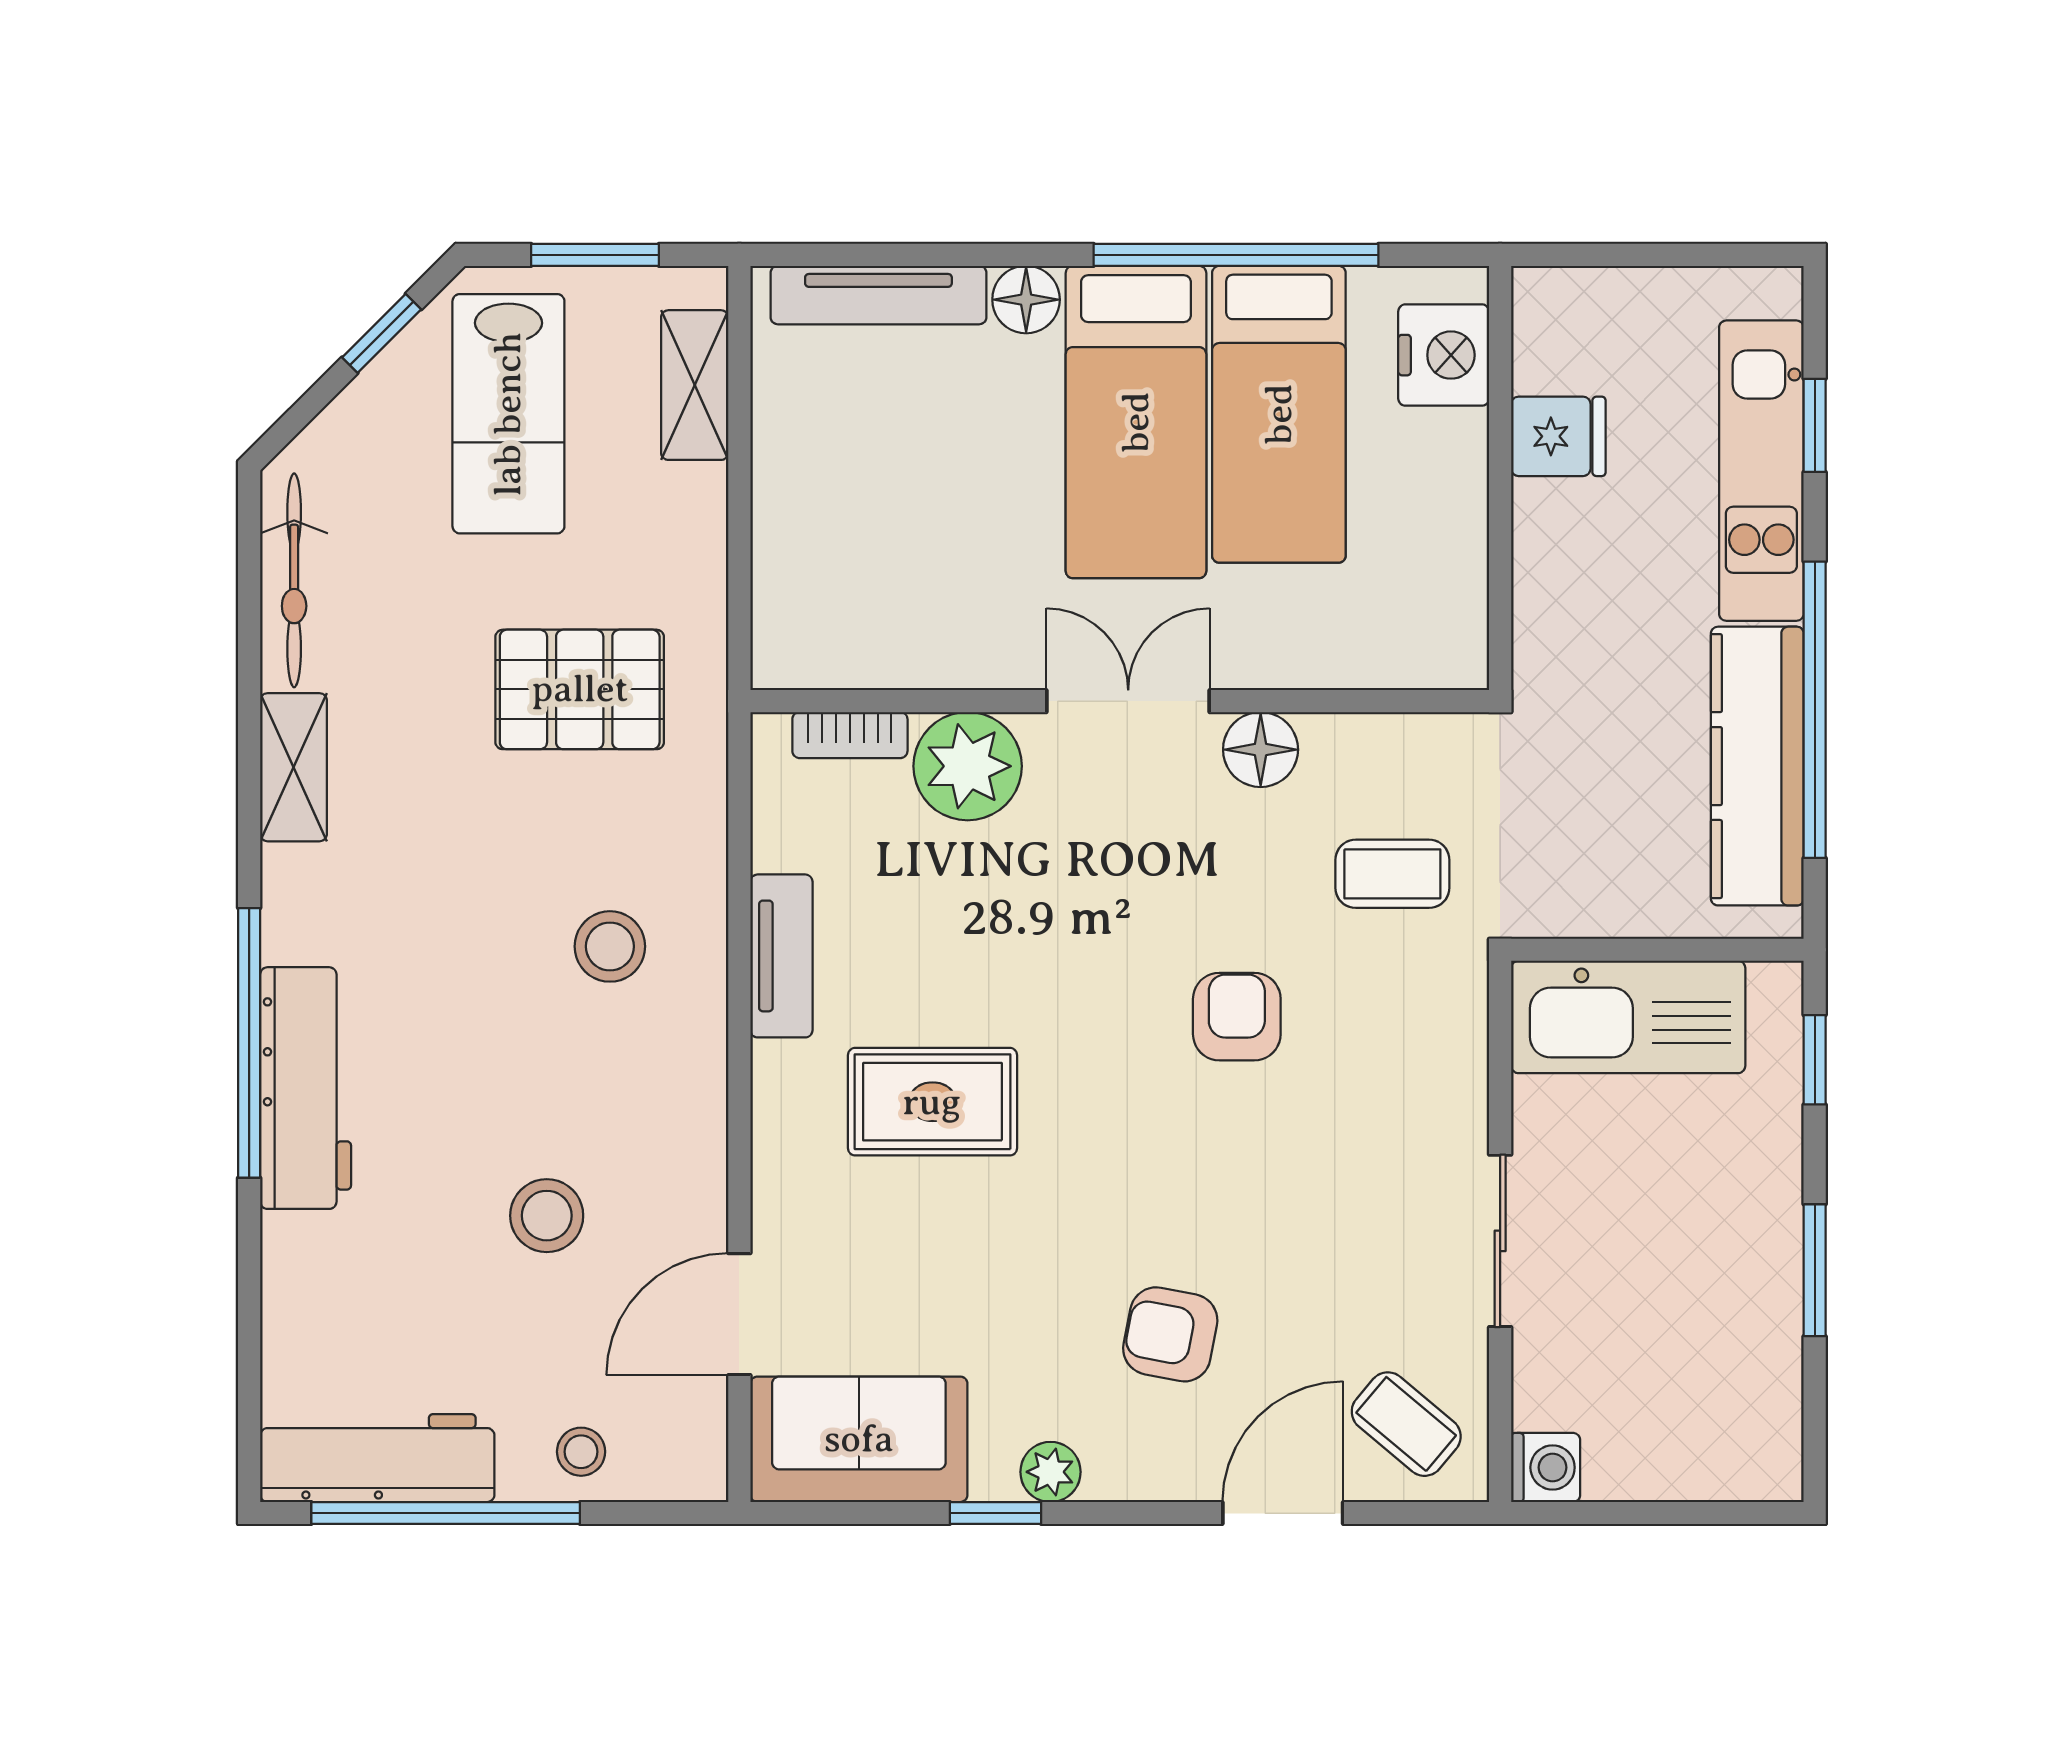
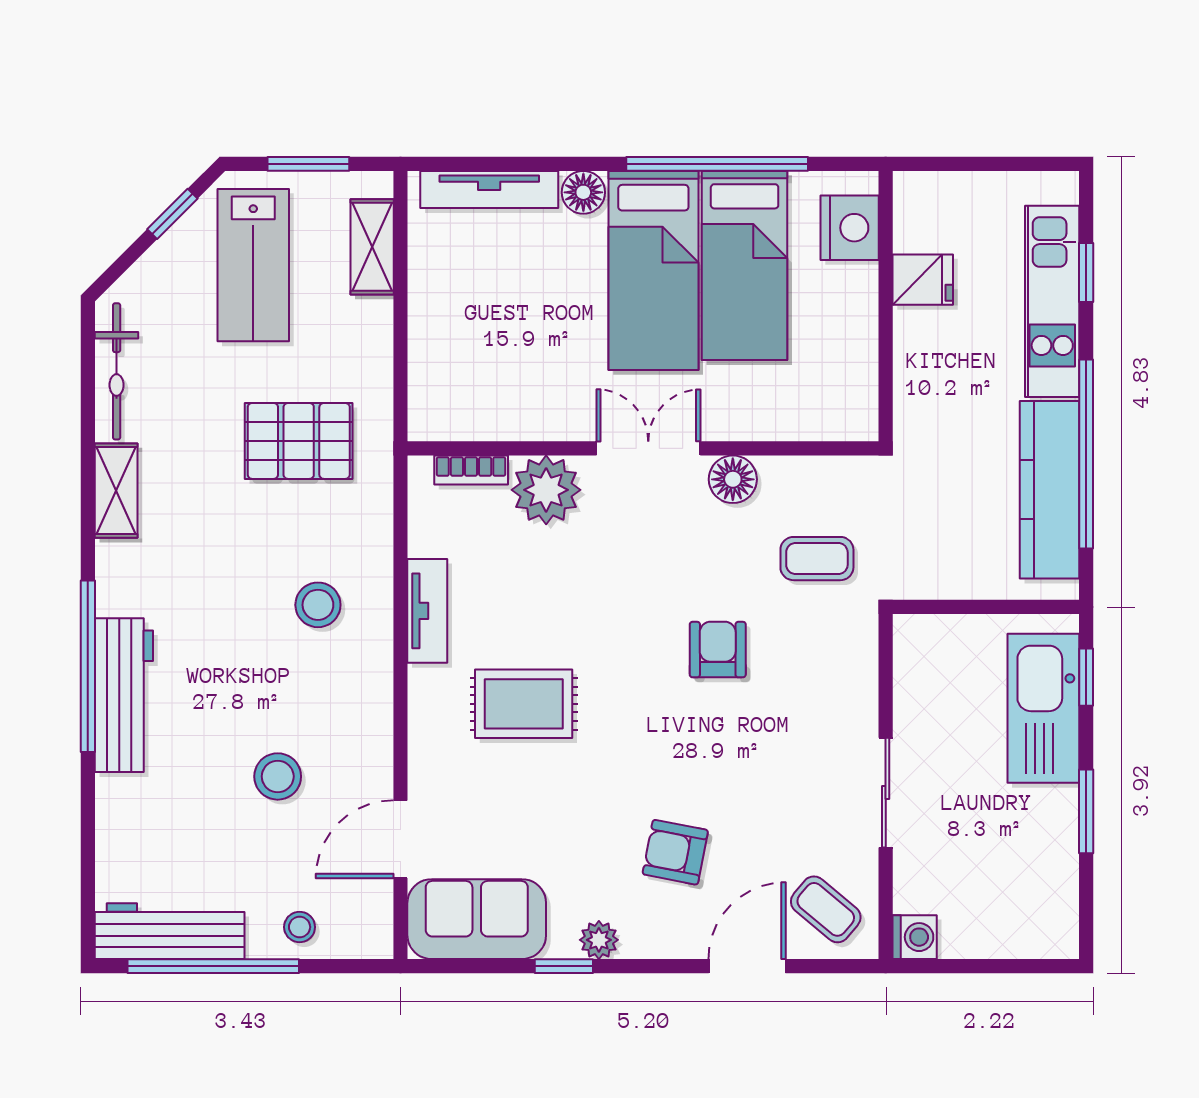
kitchen sink: (1628, 1017) -> (1043, 708), moved, turned 90

